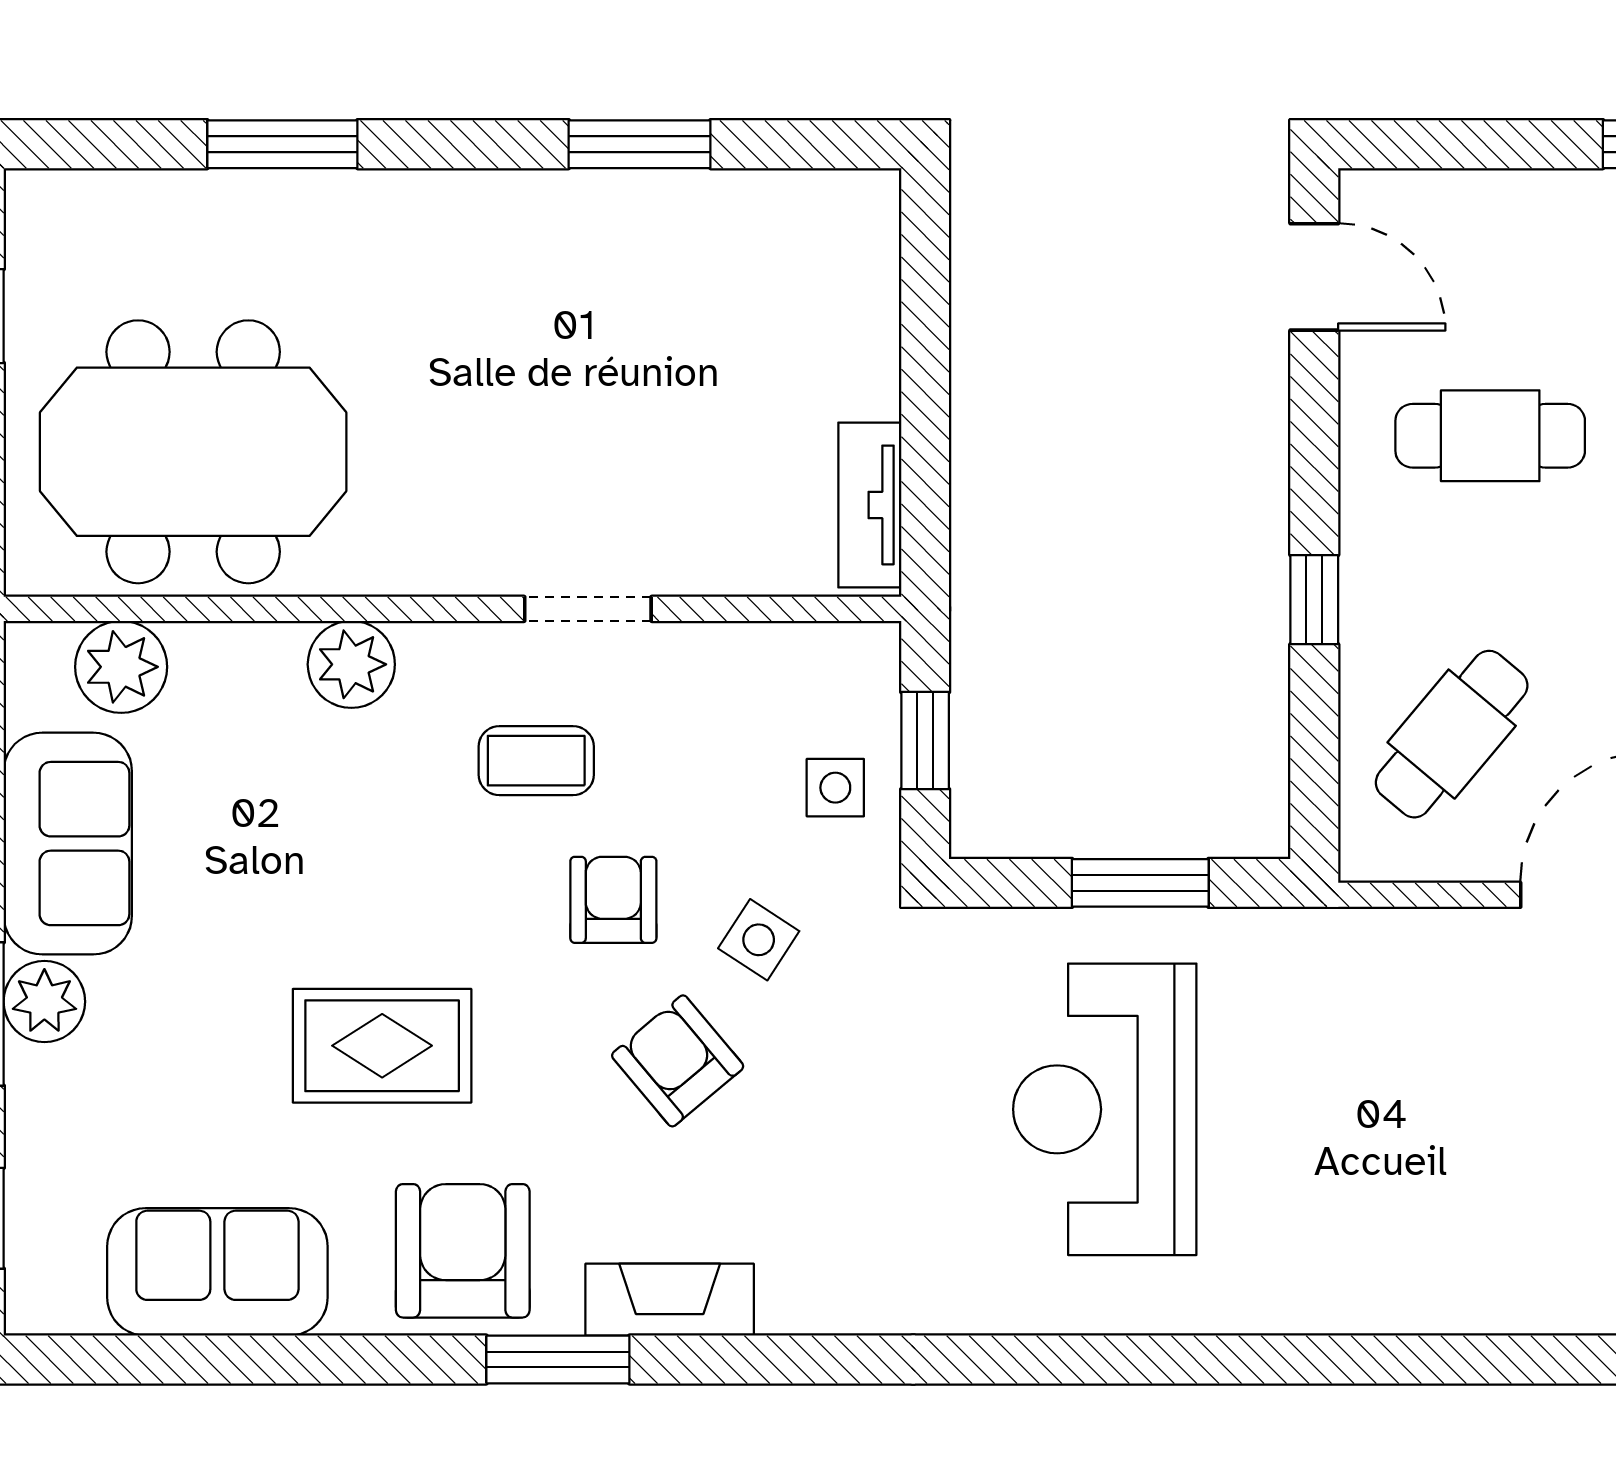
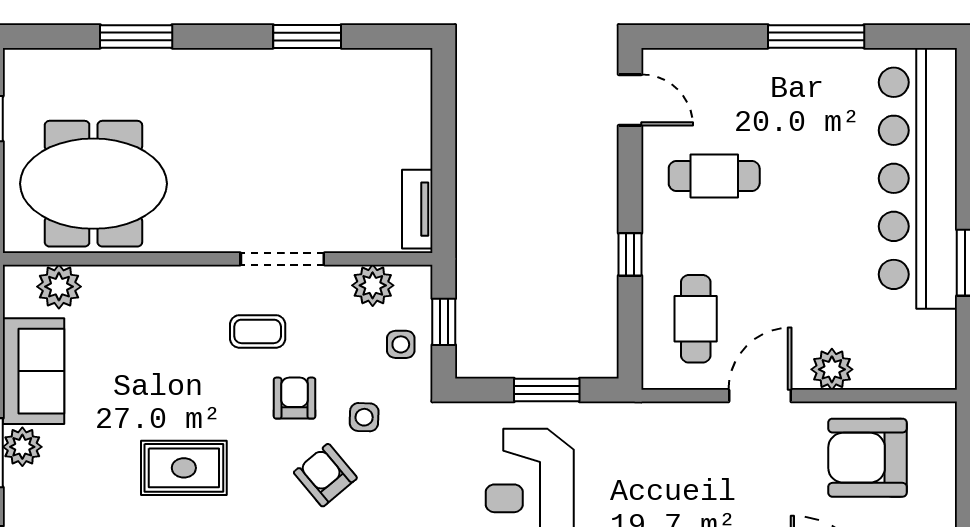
doorway: (588, 609) -> (282, 259), width x1.38
plant: (351, 664) -> (373, 285), moved
cafe table: (1452, 734) -> (696, 319), turned -40
side table: (759, 940) -> (364, 417), turned -31

